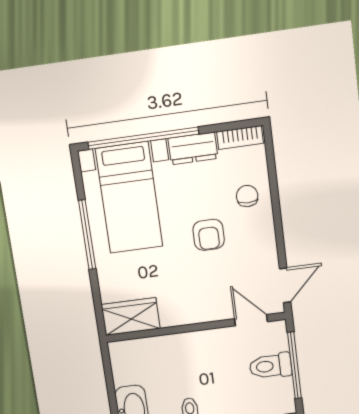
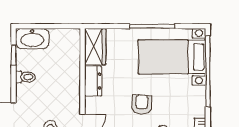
dresser: (193, 148) -> (93, 81), moved, turned 180
armchair: (209, 235) -> (142, 105), turned 93

